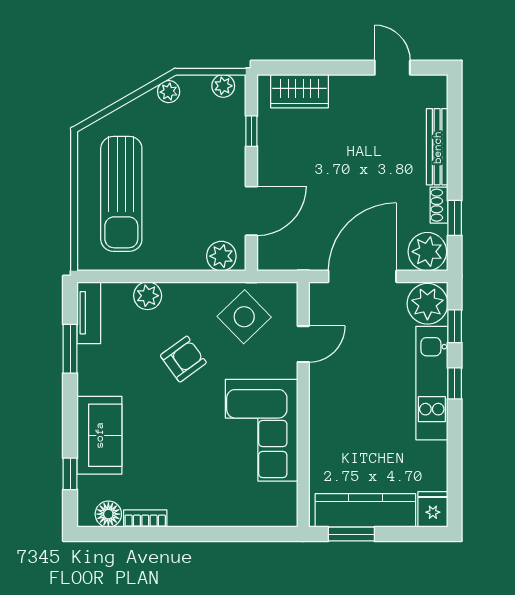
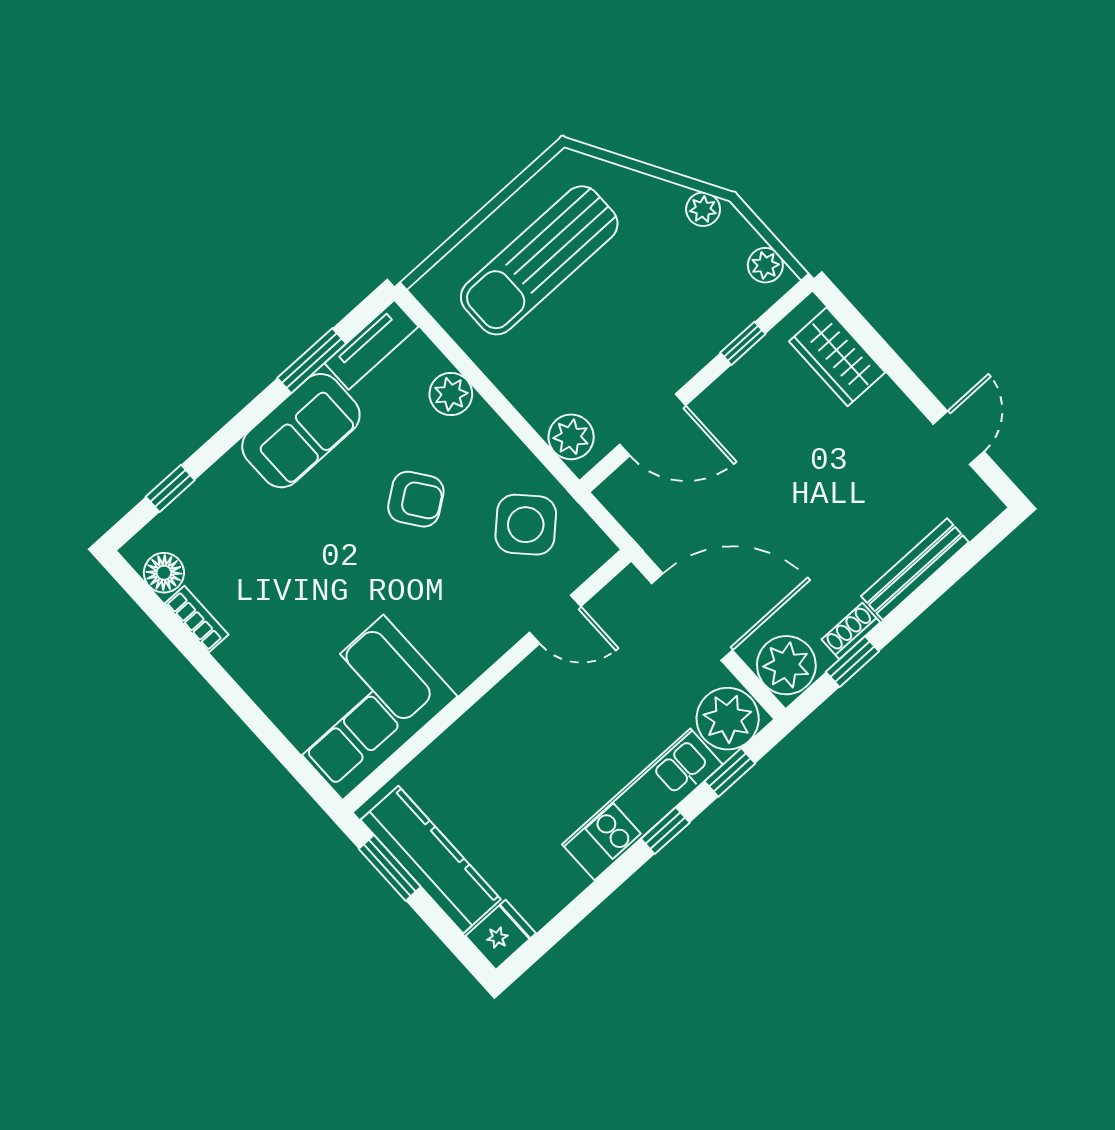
corner sofa: (262, 430) -> (363, 707), moved
sofa: (99, 435) -> (301, 431), moved

